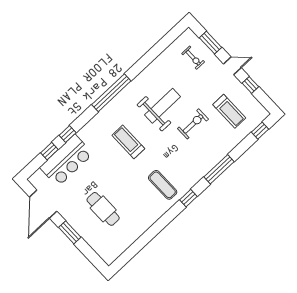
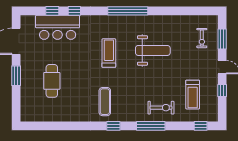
exercise bike: (193, 124) -> (161, 108), moved

